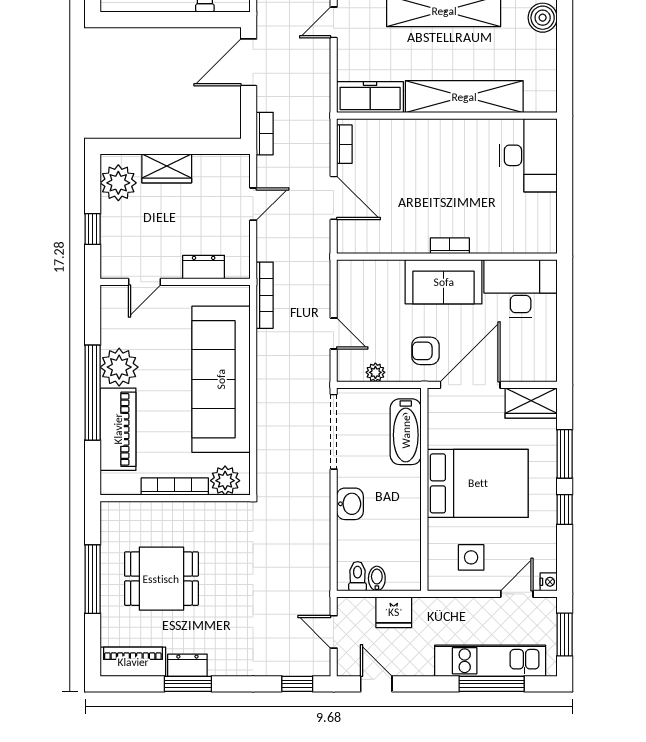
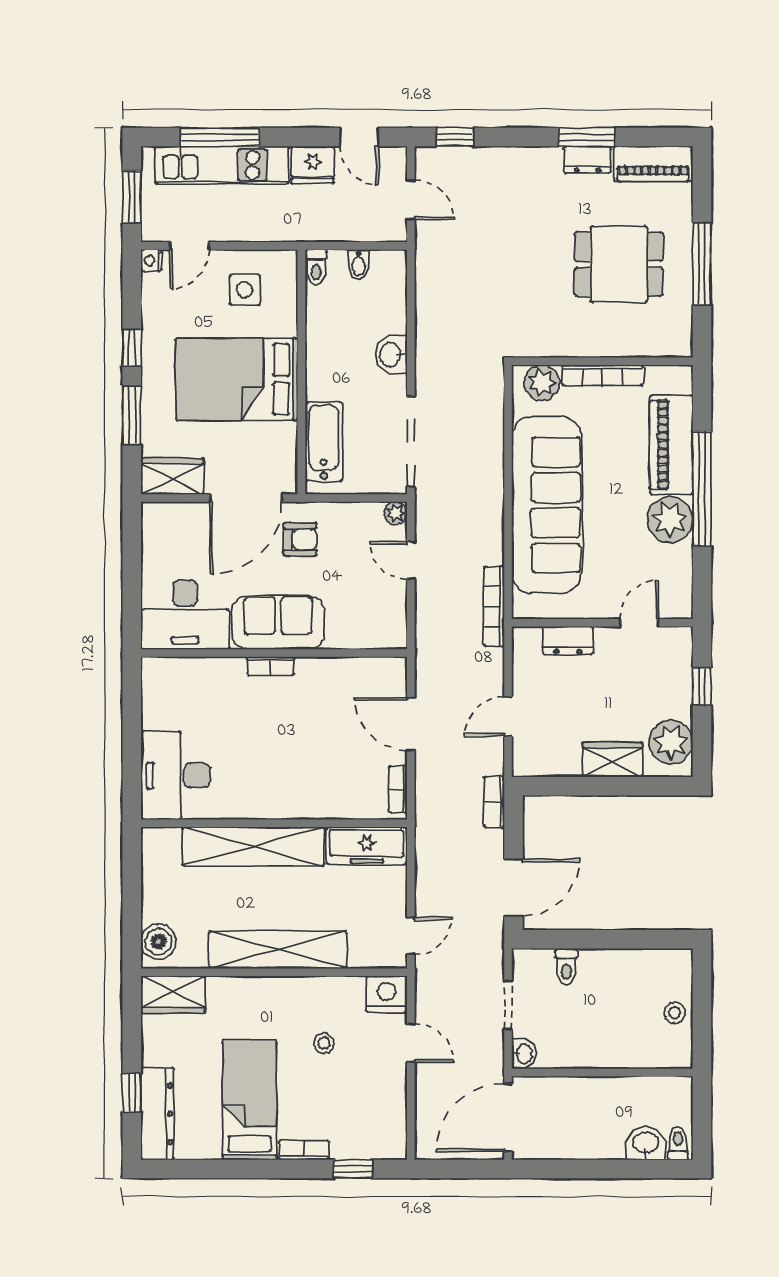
plant: (375, 372) -> (396, 513), moved
toilet: (358, 576) -> (316, 267), moved
fridge: (394, 612) -> (313, 165), moved, turned 180

